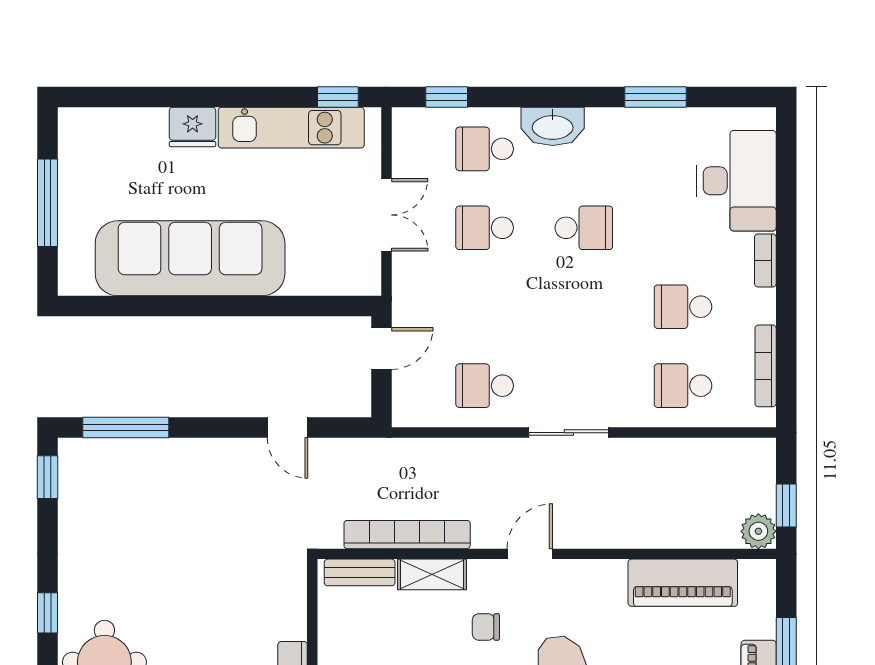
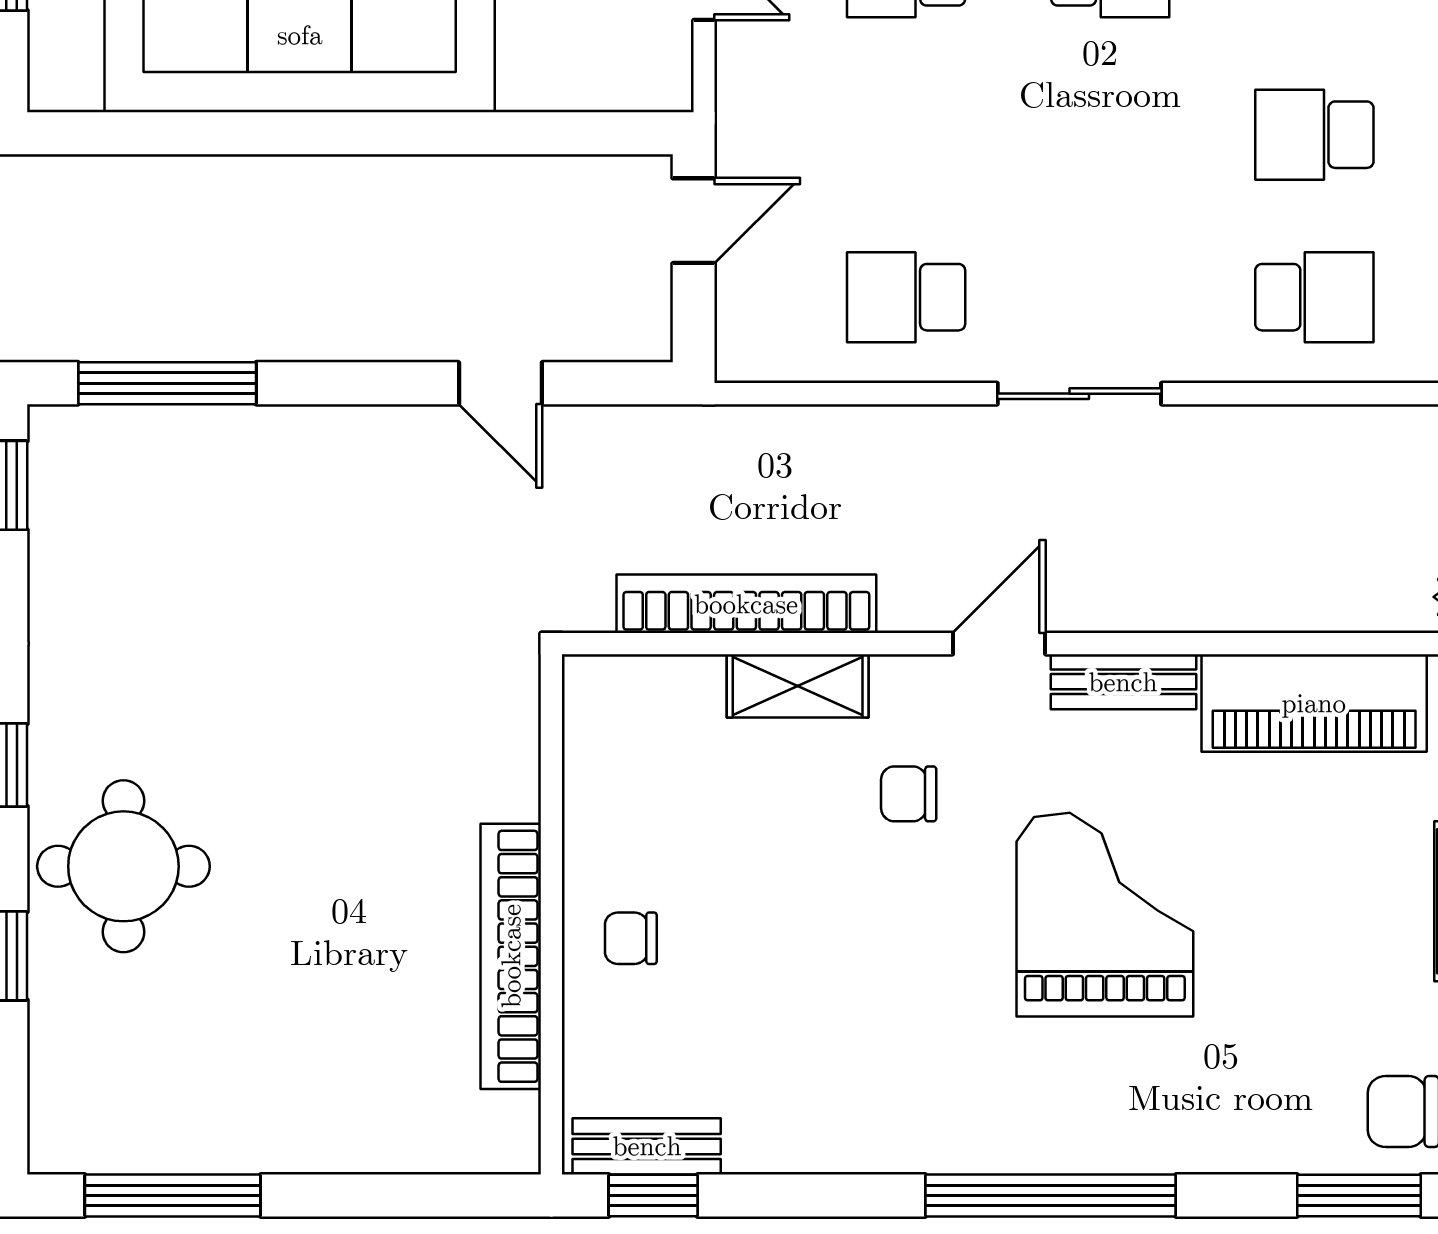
school desk: (683, 386) -> (1314, 297), turned 180
bench: (360, 572) -> (1123, 682), moved

